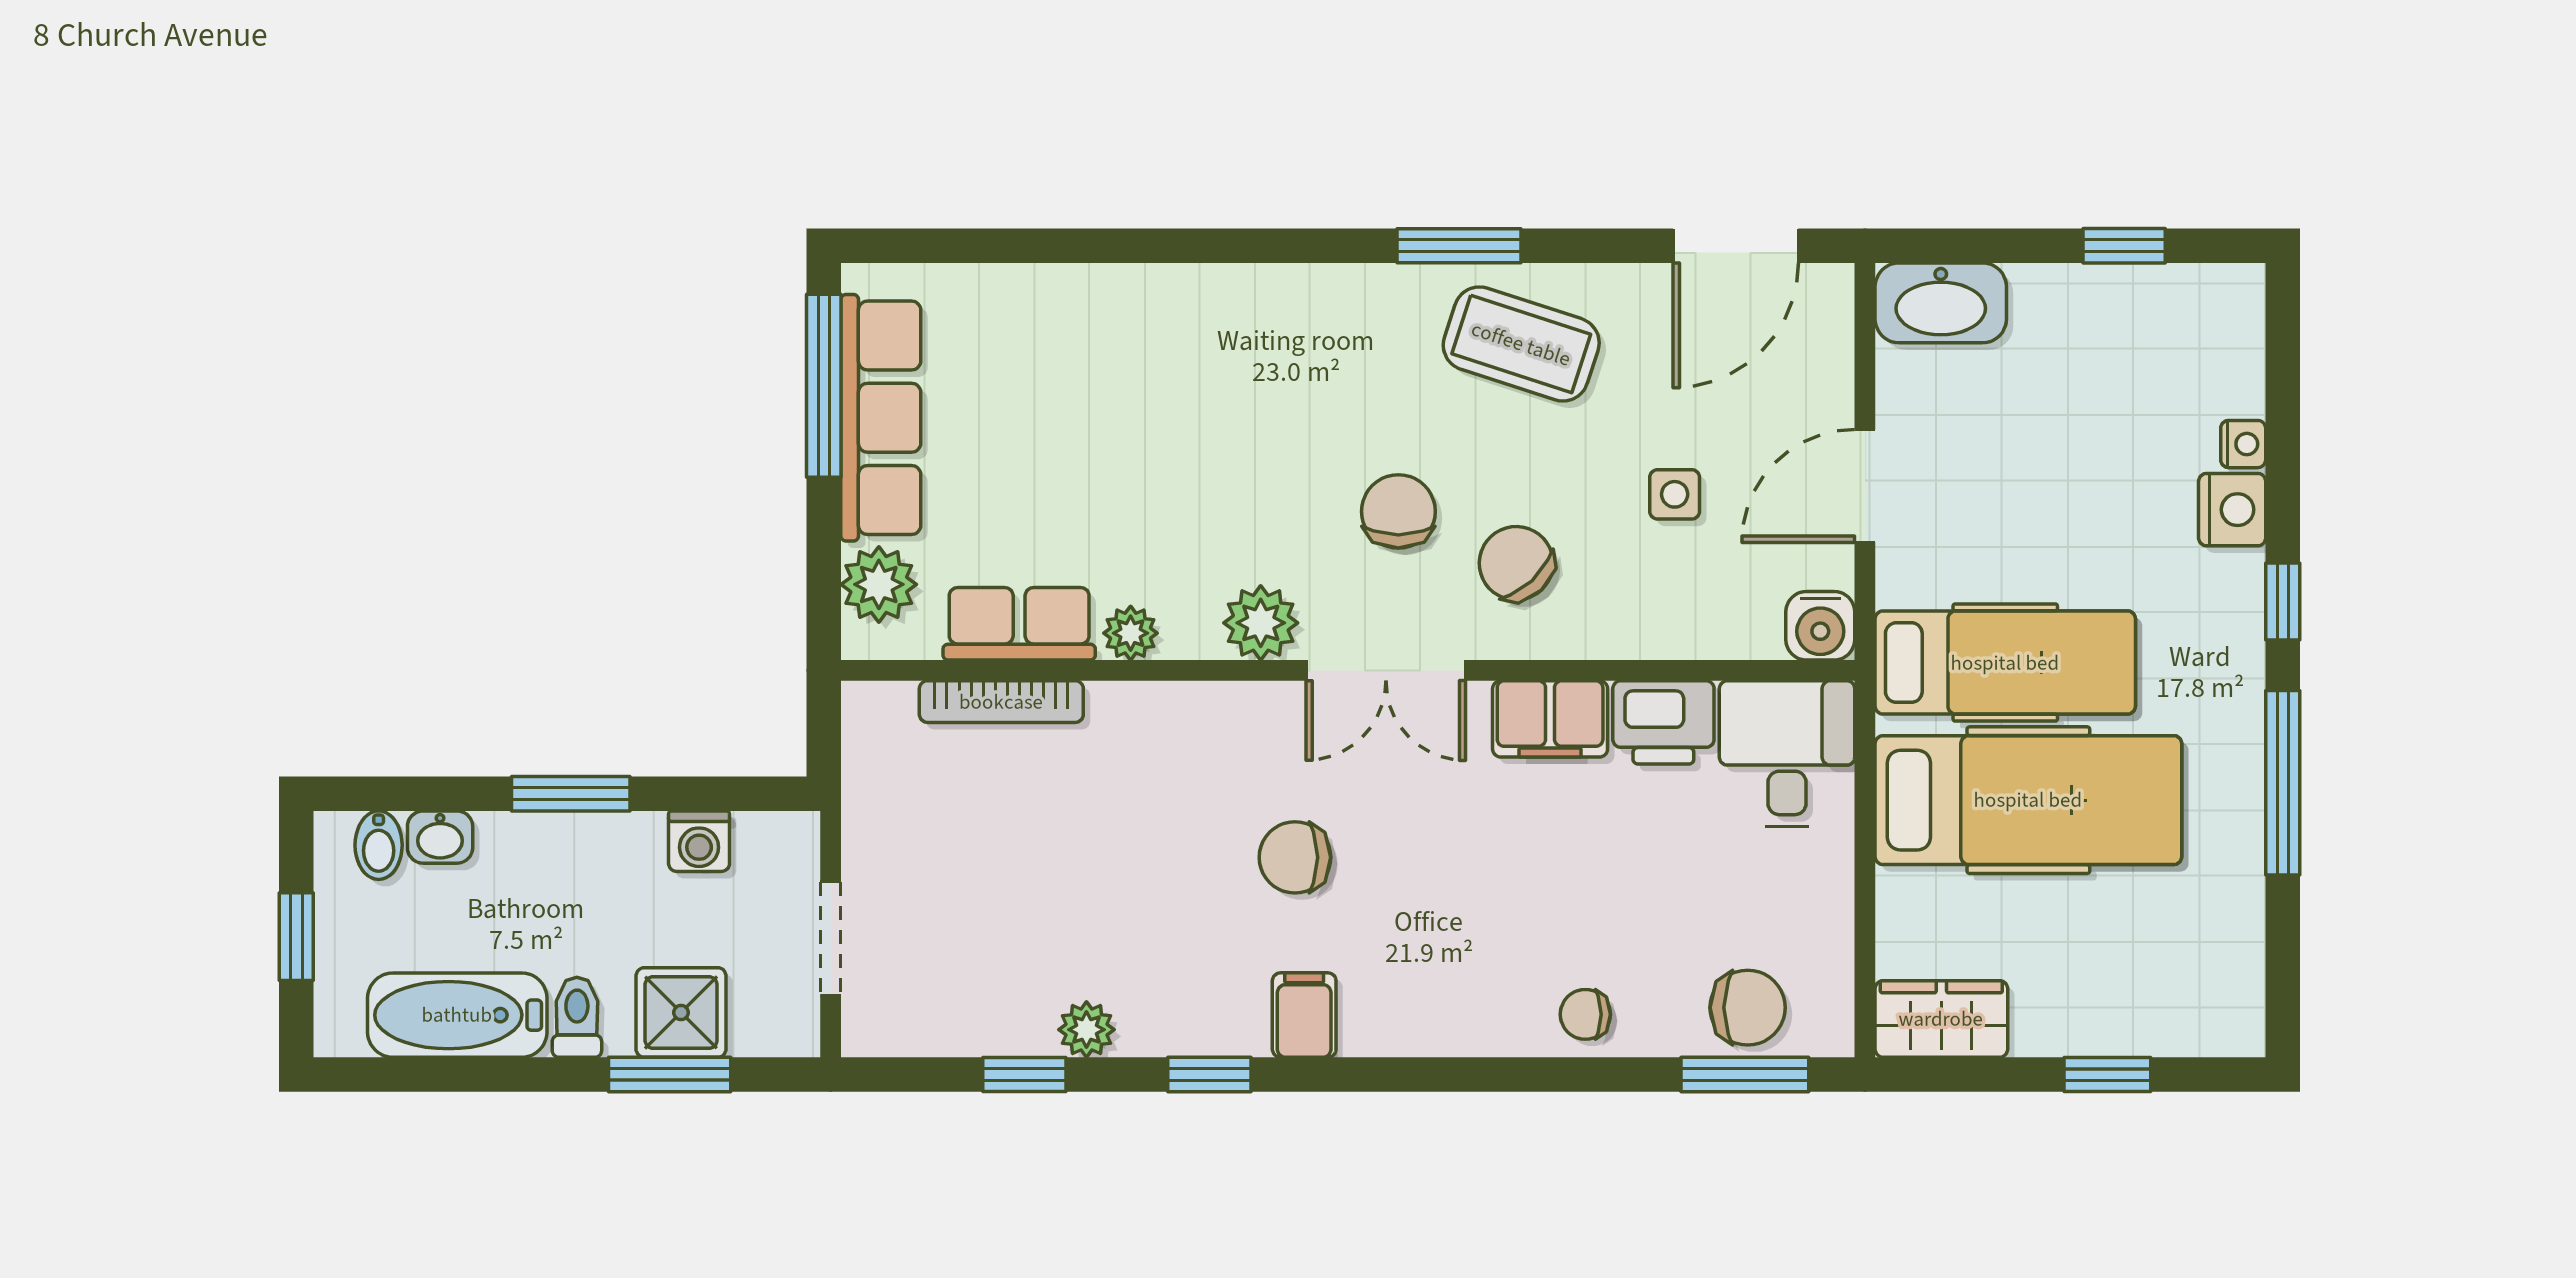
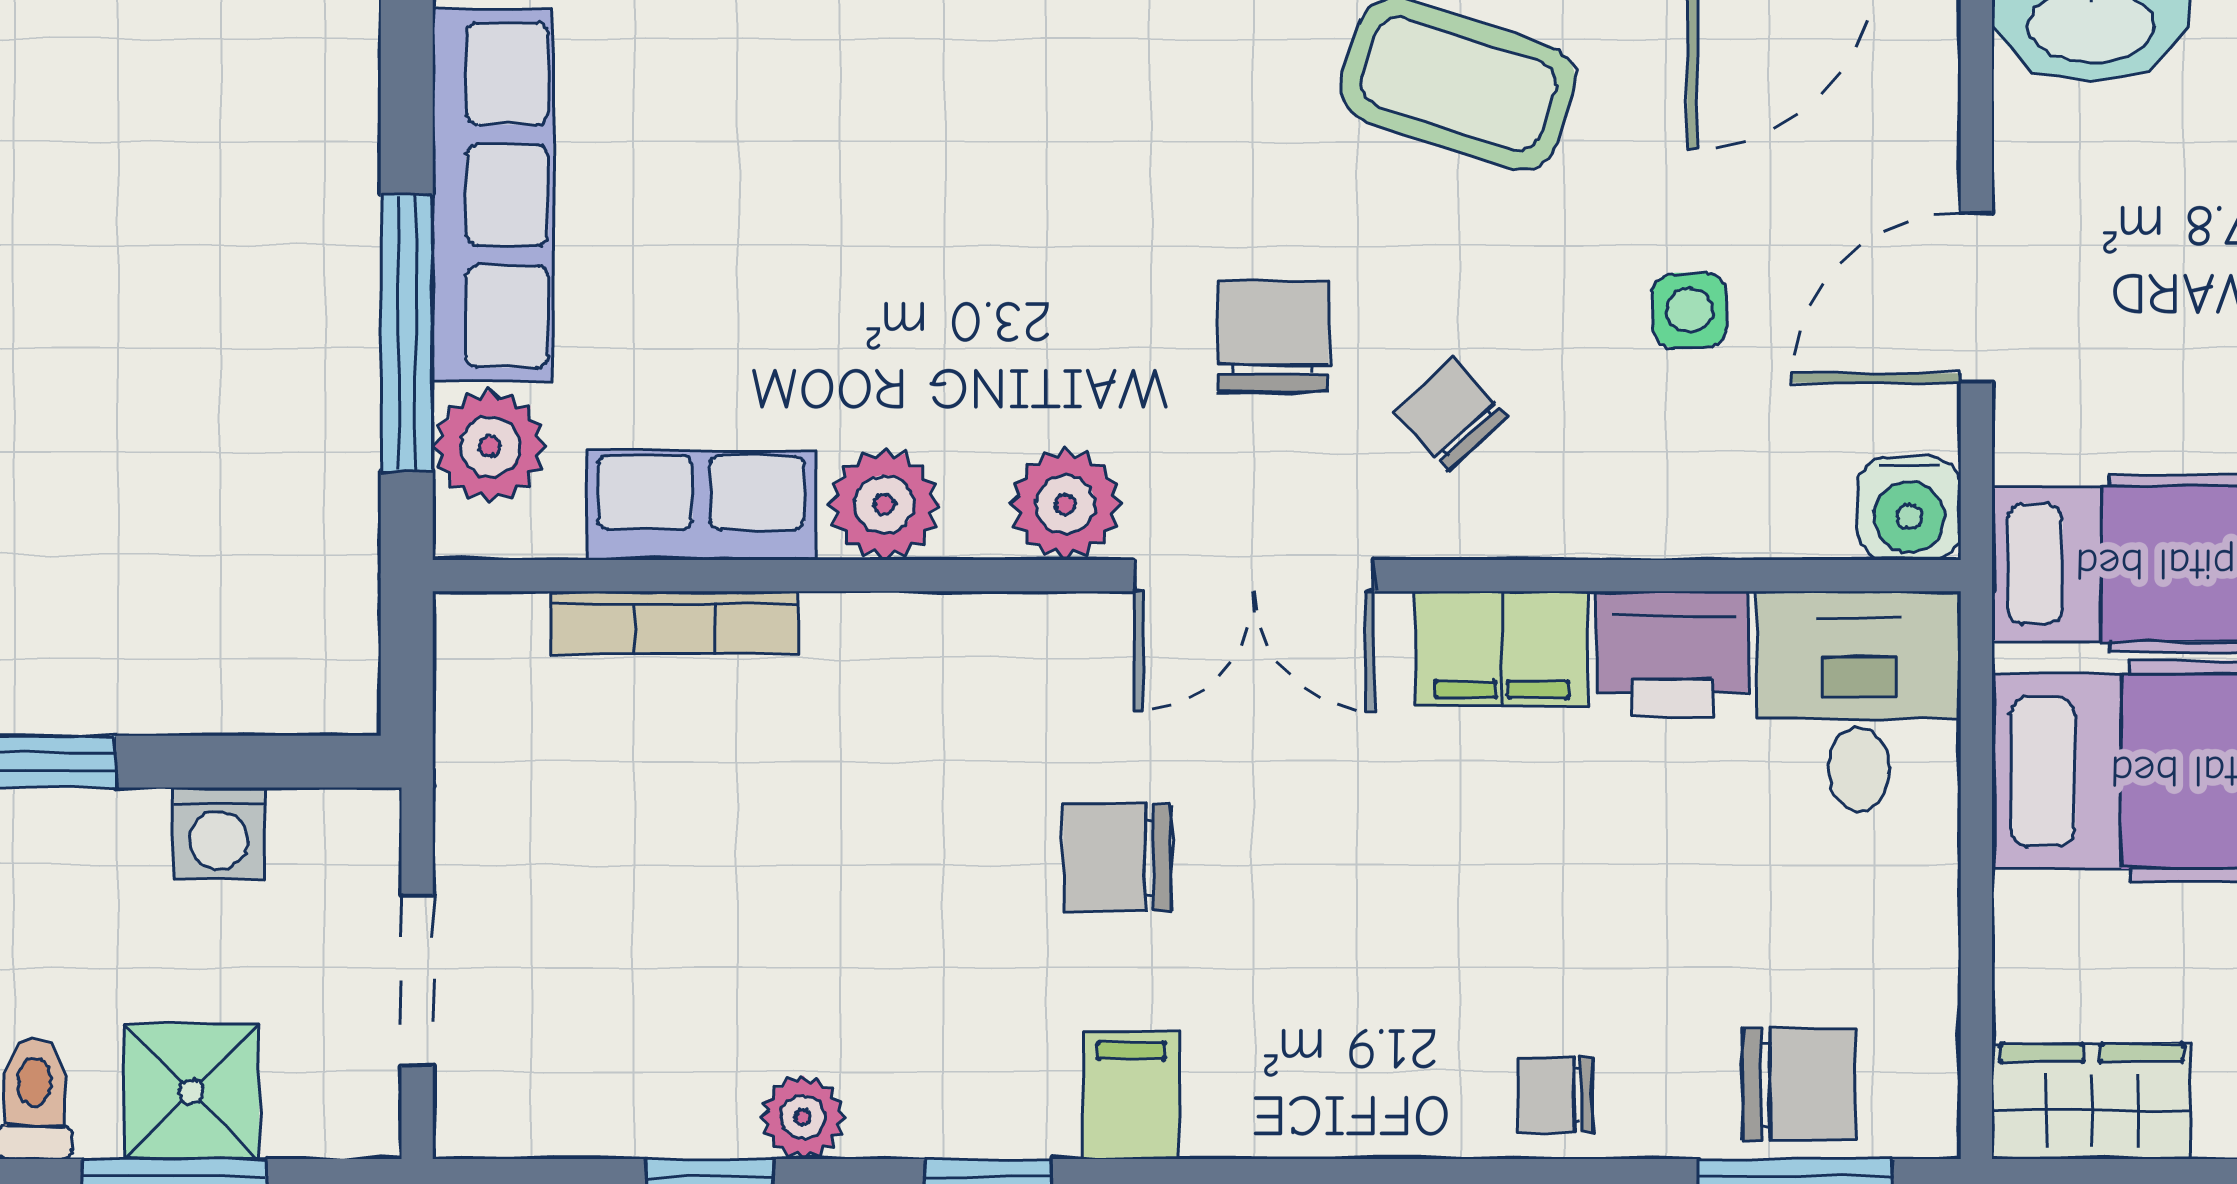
window: (824, 386) -> (407, 333), moved
chair: (1516, 563) -> (1451, 414), width x0.73, depth x0.73
plant: (1131, 633) -> (884, 504), width x1.38, depth x1.38

